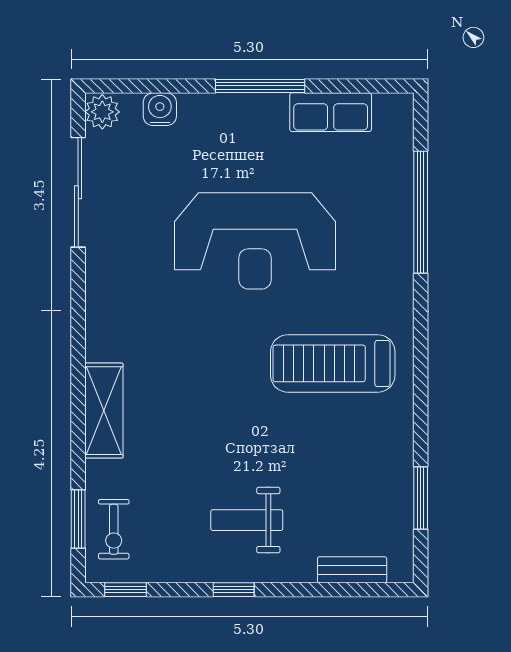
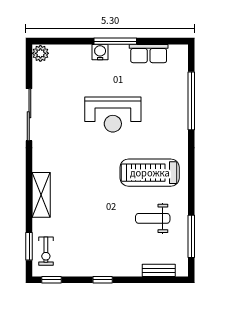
water cooler: (160, 109) -> (100, 52), moved
sliding door: (78, 192) -> (29, 115), moved
reception desk: (255, 241) -> (113, 115), width x0.74, depth x0.77
window: (421, 498) -> (191, 236), width x1.44
weight bench: (247, 520) -> (153, 218), moved

